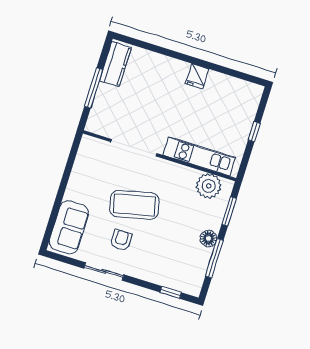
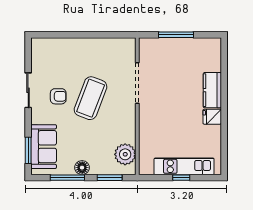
kitchen counter: (115, 64) -> (212, 90), moved, turned 90
kitchen unit: (199, 156) -> (184, 166), moved, turned -90
coffee table: (134, 205) -> (91, 98), turned 34
sofa: (69, 227) -> (44, 147), moved, turned -90
window: (171, 292) -> (28, 150), width x1.50

